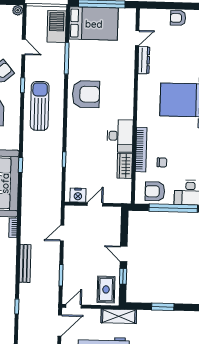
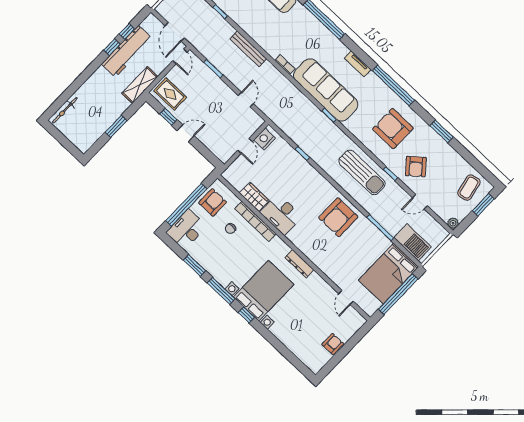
dresser: (144, 60) -> (299, 264), moved

